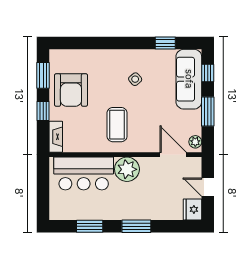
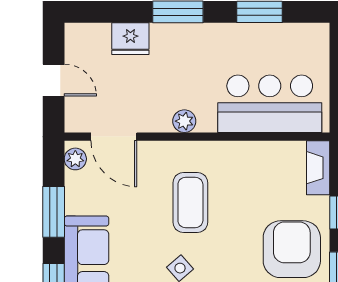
coffee table: (117, 125) -> (190, 203), moved
plant: (127, 169) -> (184, 121), width x0.53, depth x0.53
fridge: (192, 209) -> (130, 39), moved, turned 90

